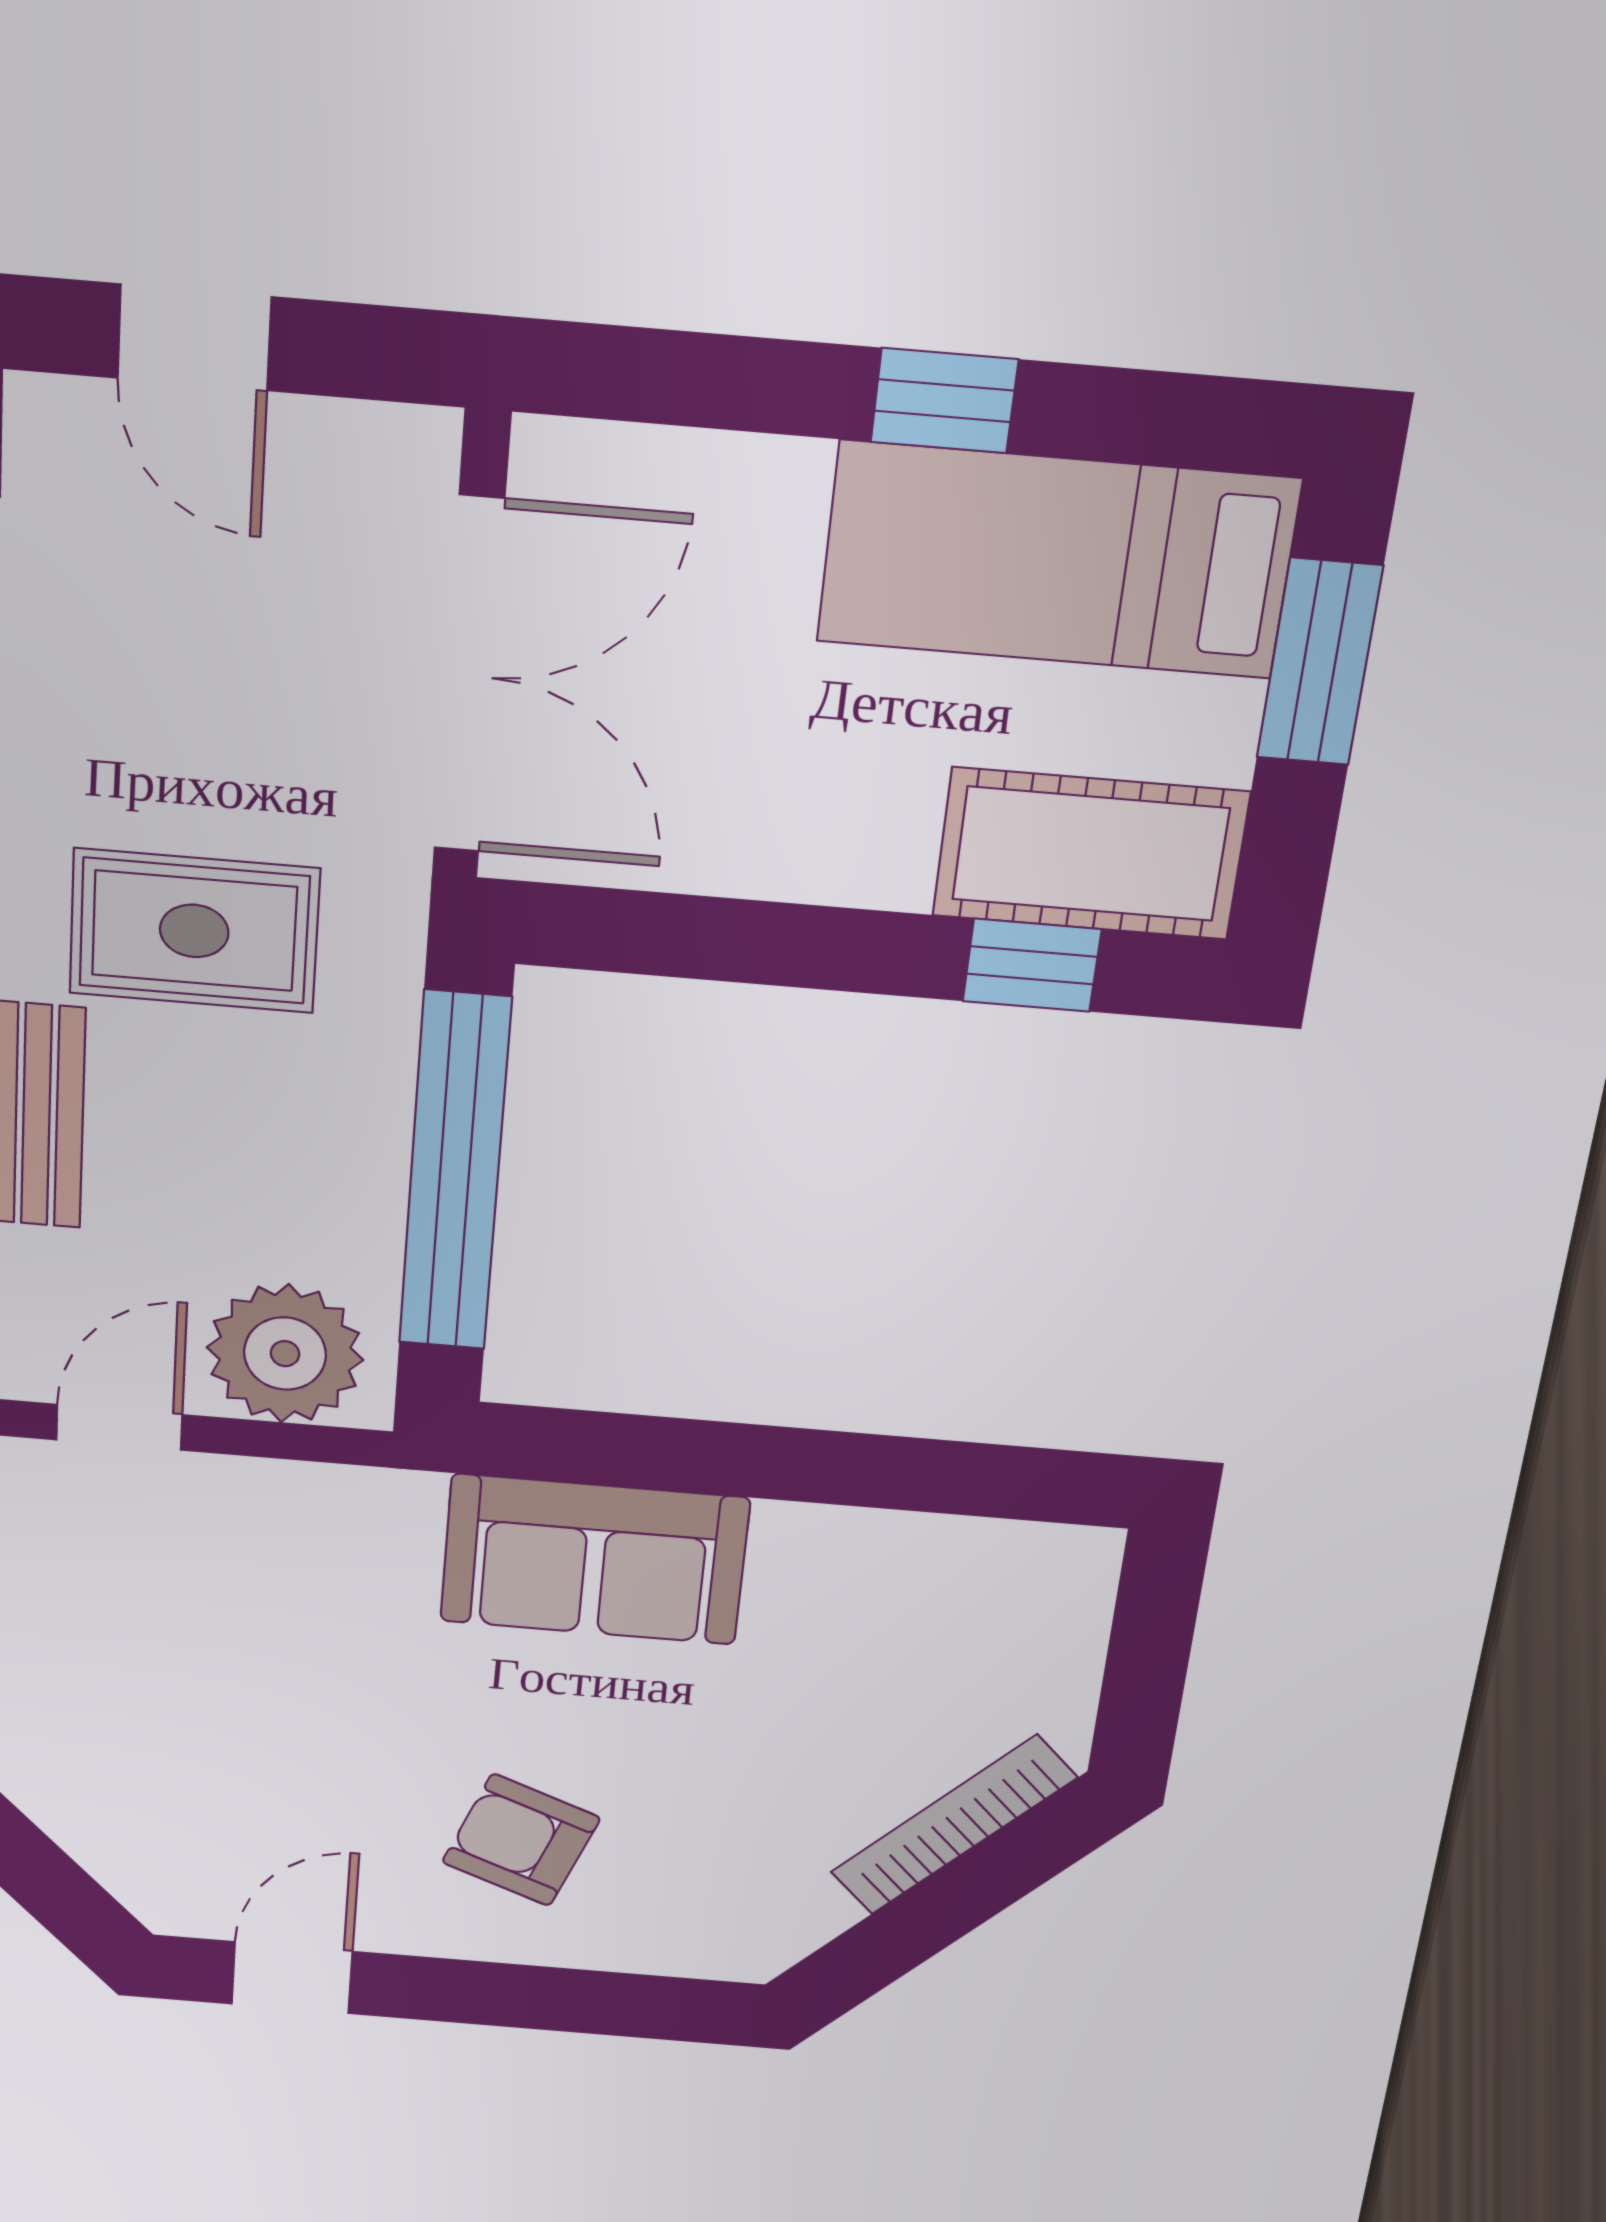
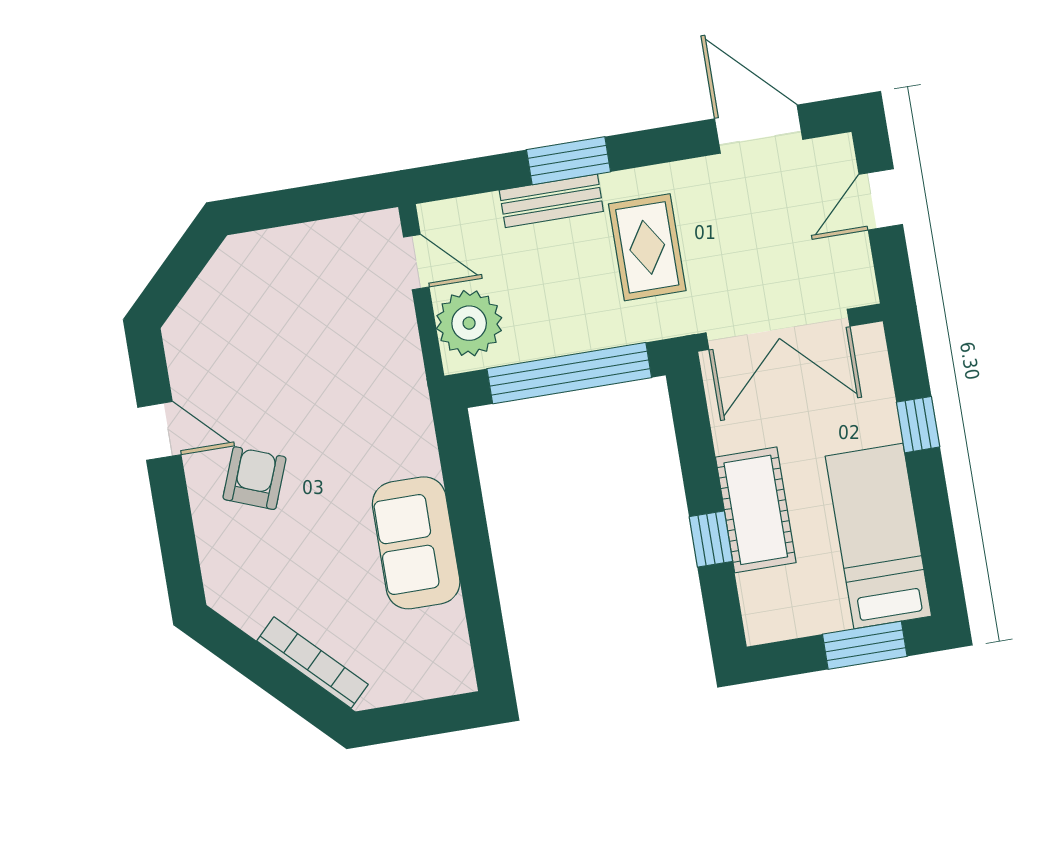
window: (944, 401) -> (918, 425), moved
cot: (1090, 854) -> (756, 510), moved
window: (1032, 965) -> (711, 539), moved
sofa: (594, 1560) -> (416, 543), moved
door: (292, 1978) -> (159, 431), moved

